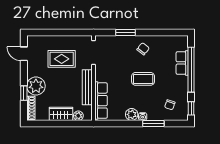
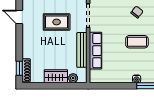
plant: (36, 86) -> (31, 49), removed
window: (24, 93) -> (19, 68), moved
row of seats: (101, 101) -> (96, 51), moved
plant: (132, 114) -> (126, 77), removed

